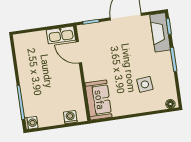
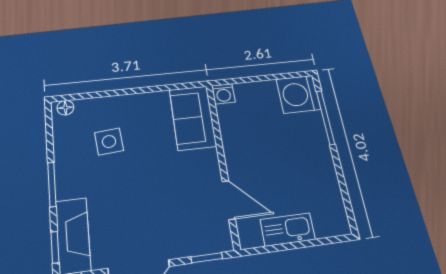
kitchen sink: (61, 35) -> (288, 229), moved
washing machine: (70, 117) -> (223, 94), moved
washing machine: (31, 123) -> (298, 94), width x1.89, depth x1.89

